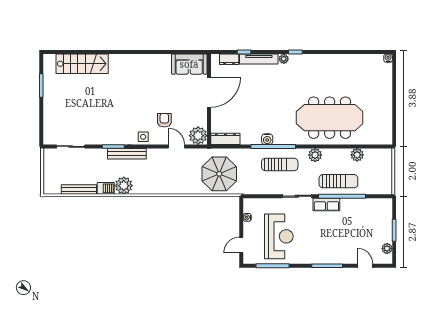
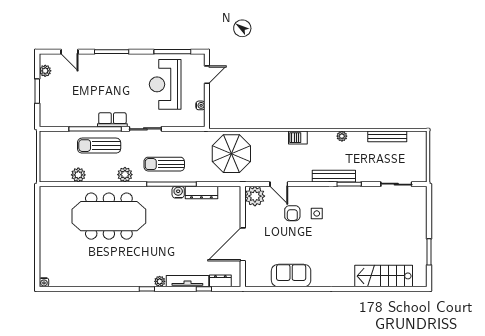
sofa: (189, 64) -> (291, 276), moved
side table: (143, 137) -> (317, 213), moved
dresser: (225, 139) -> (201, 192), moved
plant: (124, 186) -> (342, 136), width x0.53, depth x0.53
barbecue: (106, 188) -> (298, 138), moved

